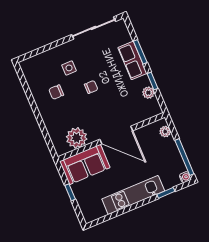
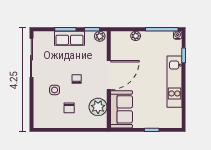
door: (116, 135) -> (109, 75), moved
wall: (111, 137) -> (109, 80), moved
plant: (77, 138) -> (98, 107), moved
sofa: (85, 164) -> (121, 109), moved

